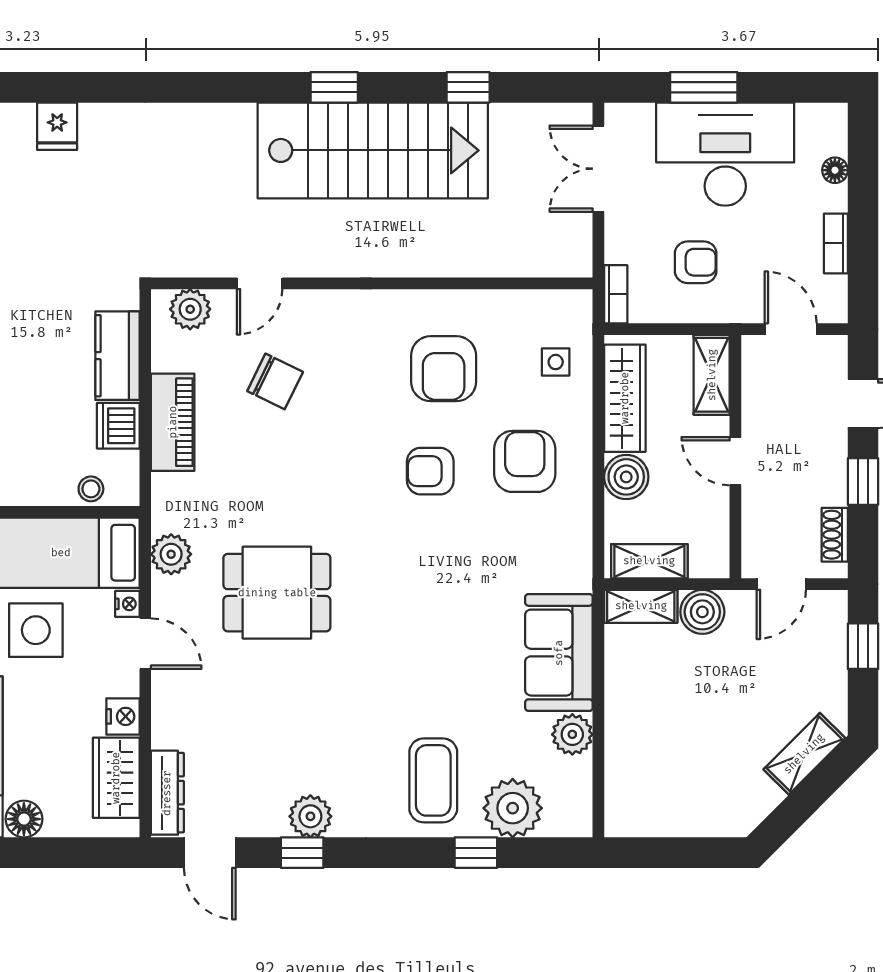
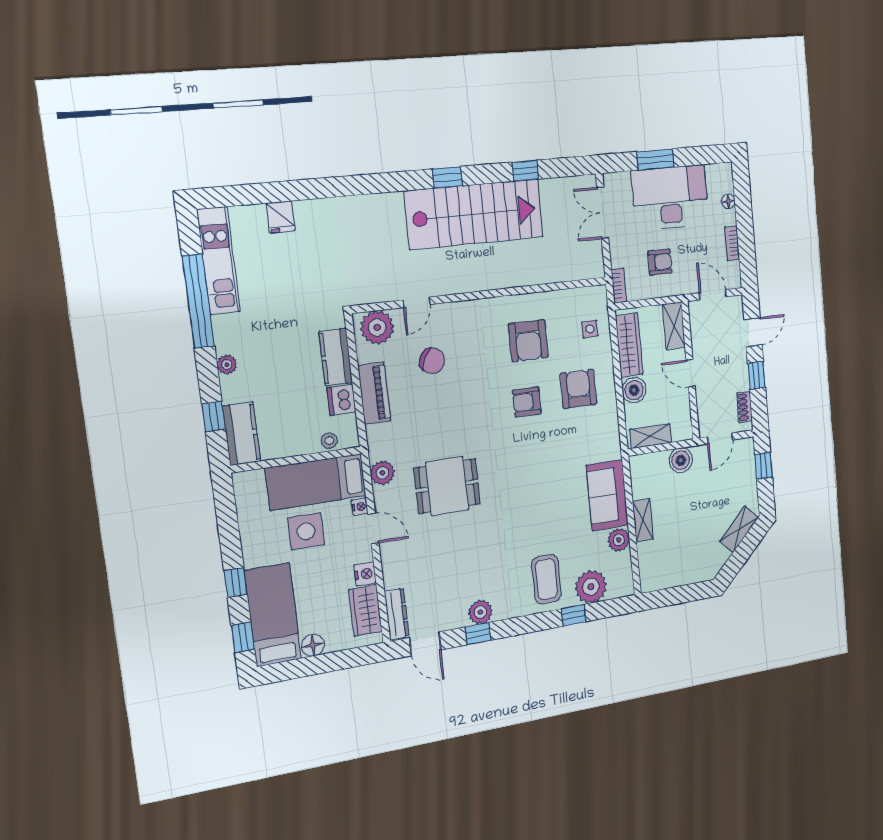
plant: (190, 309) -> (377, 327), width x1.36, depth x1.36
shelving: (641, 606) -> (643, 520), moved, turned 90

